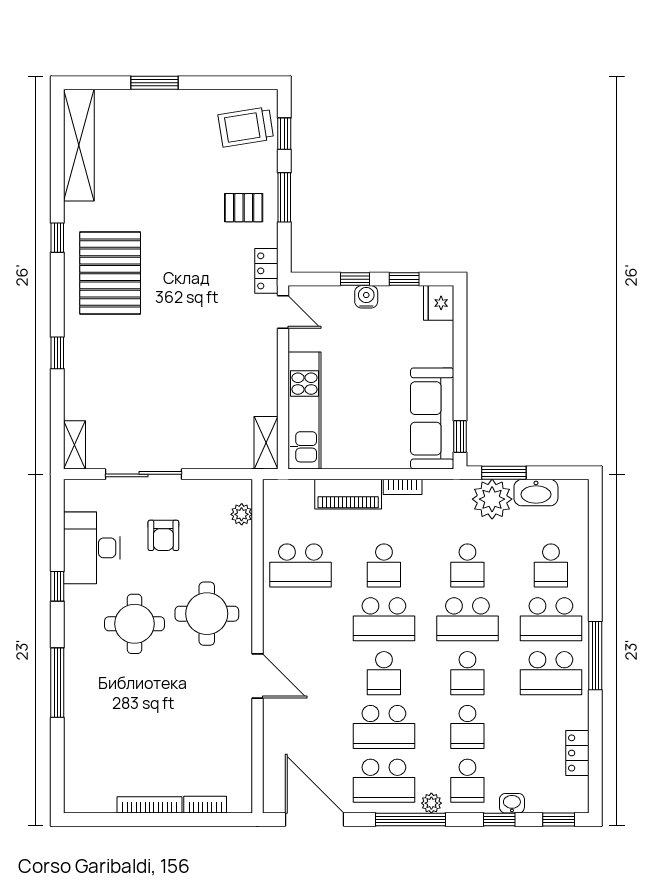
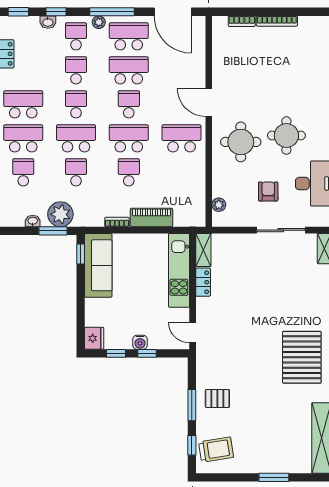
locker: (266, 271) -> (203, 282), moved
washbasin: (536, 493) -> (33, 221), width x0.52, depth x0.69
school desk: (300, 566) -> (182, 138), moved

